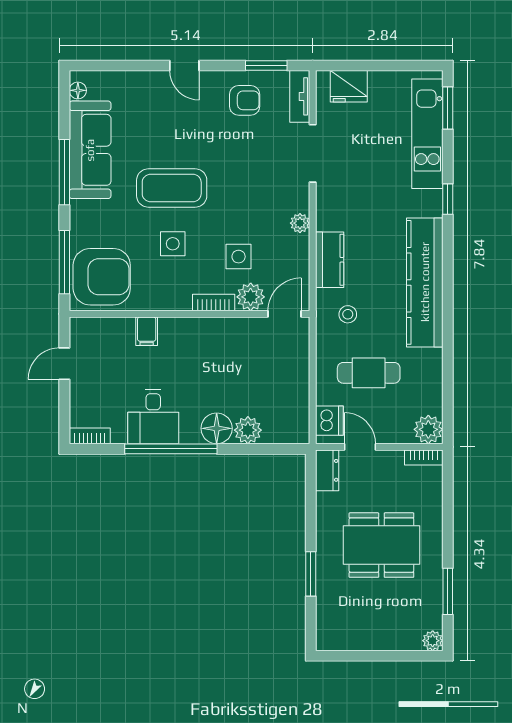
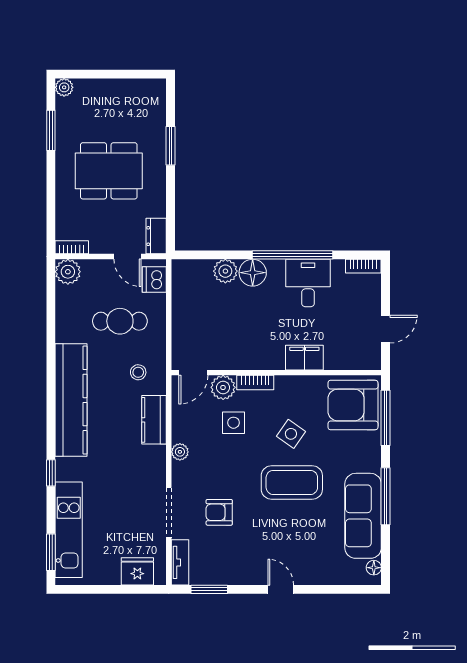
armchair: (245, 100) -> (219, 512), moved
side table: (173, 244) -> (291, 434), turned 35
filing cabinet: (147, 331) -> (304, 358), width x2.00

